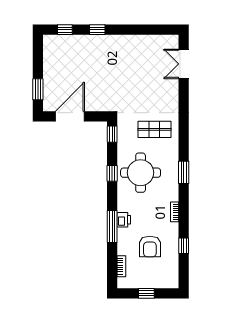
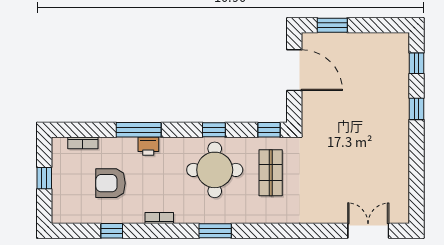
shop shelf: (155, 129) -> (271, 173), moved

